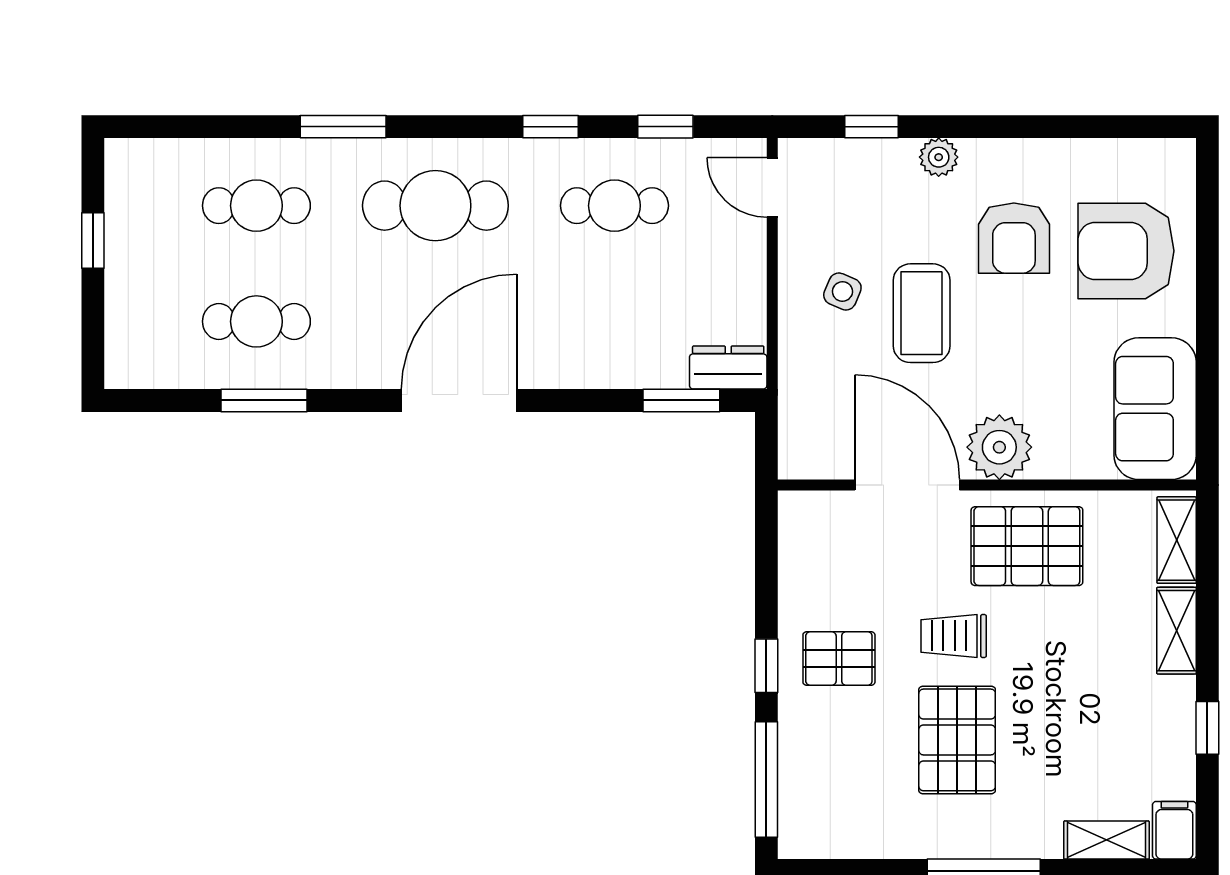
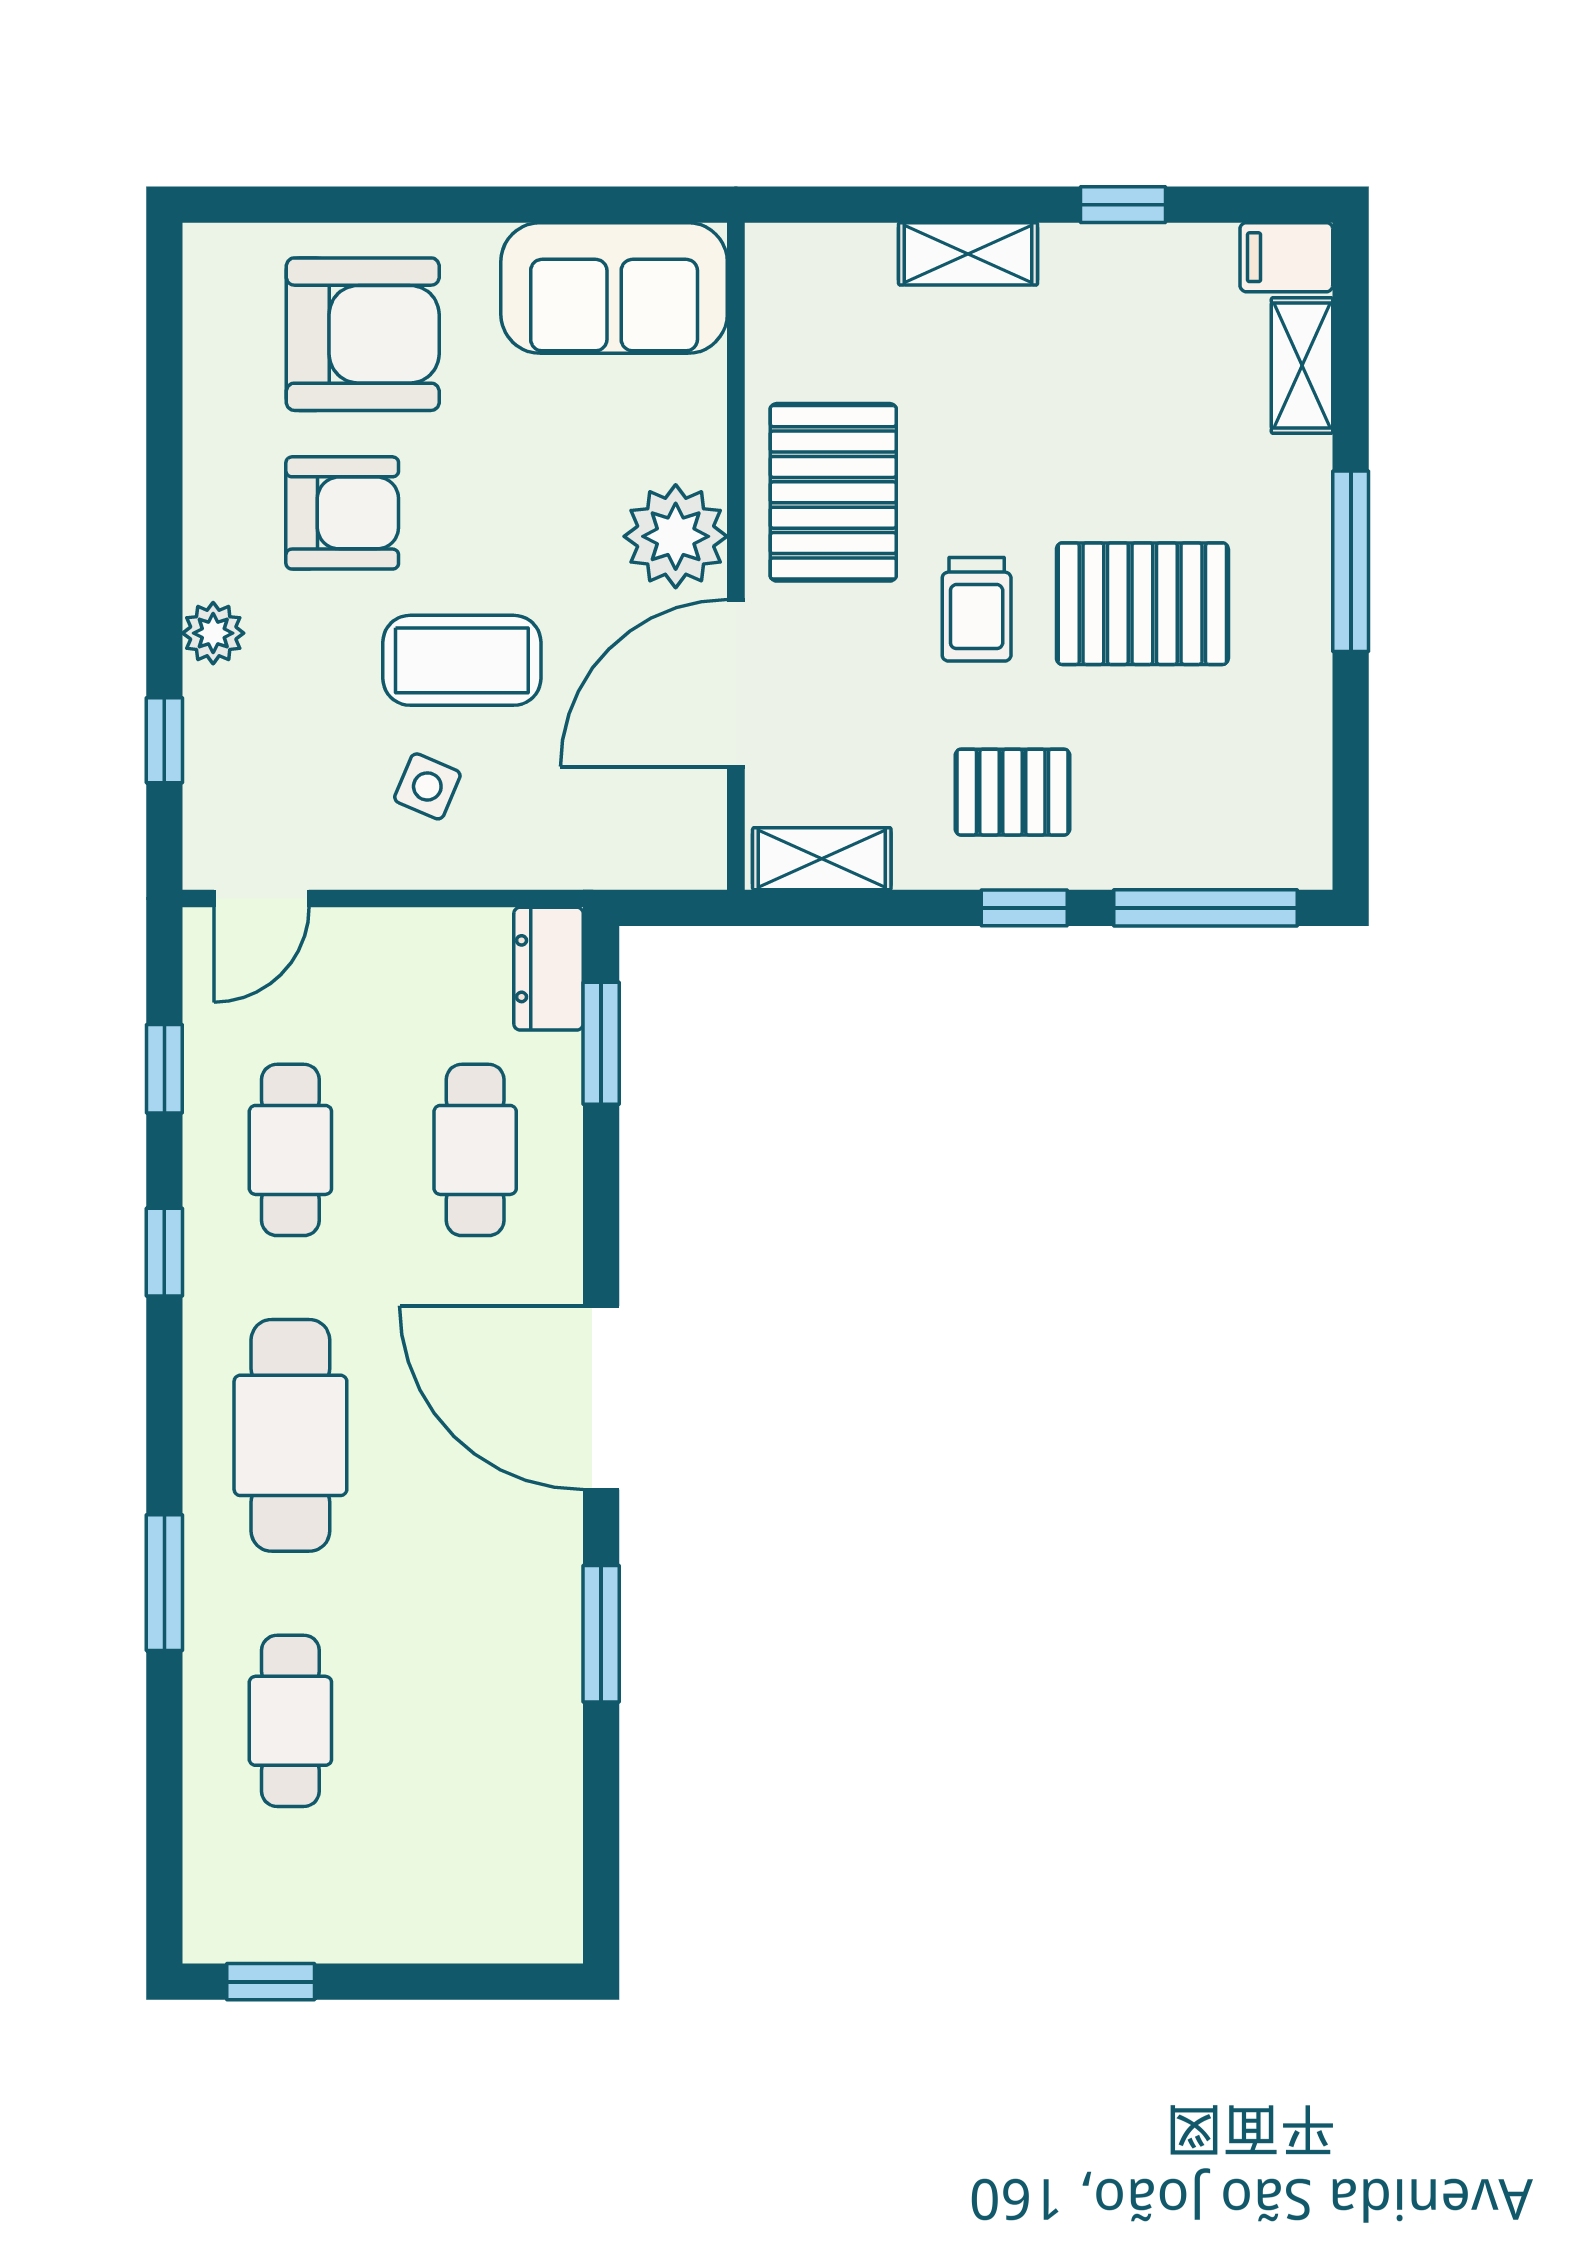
window: (93, 241) -> (271, 1982), moved
armchair: (1126, 251) -> (363, 334), turned -90
cafe table: (256, 321) -> (475, 1150), moved
window: (264, 400) -> (601, 1634), moved
shelving: (1177, 540) -> (822, 859), moved
pallet: (839, 659) -> (1012, 792), turned 90

